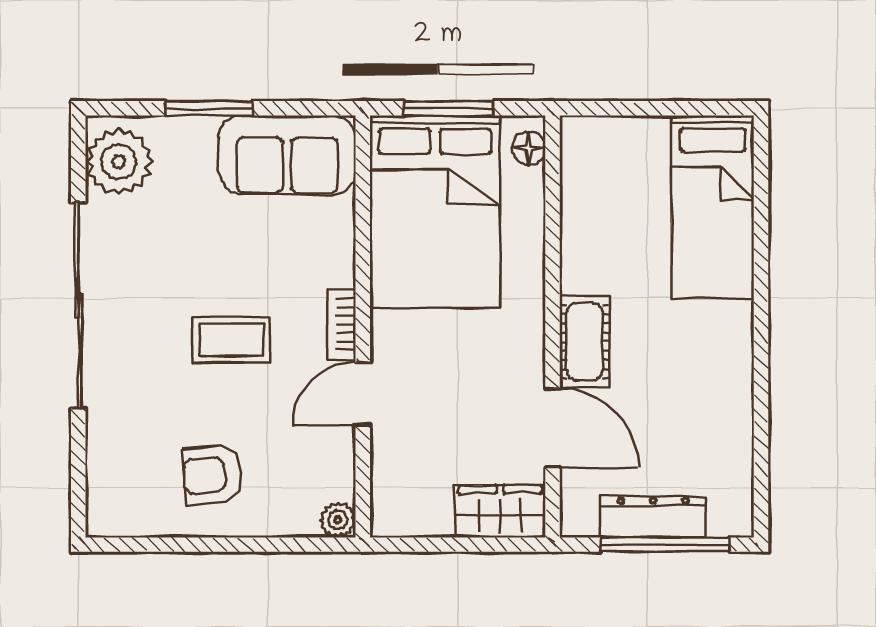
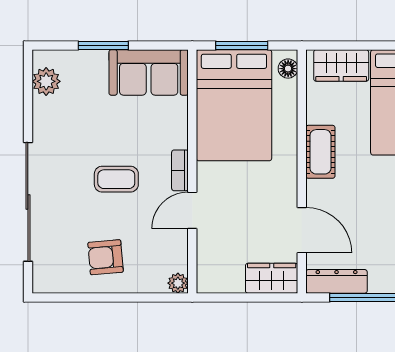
wardrobe: (620, 143) -> (341, 65), added
plant: (119, 162) -> (46, 81), width x0.73, depth x0.73
sliding door: (78, 305) -> (28, 202), moved
cot: (585, 342) -> (320, 152), moved
dresser: (653, 517) -> (337, 281), moved

